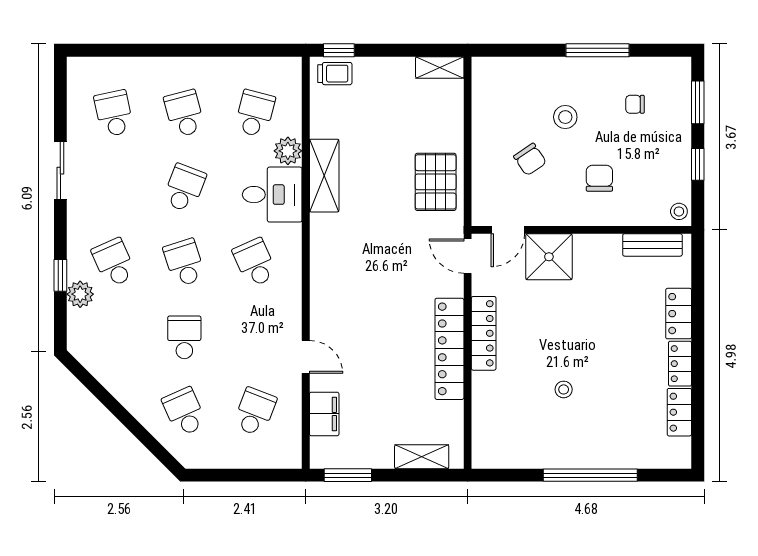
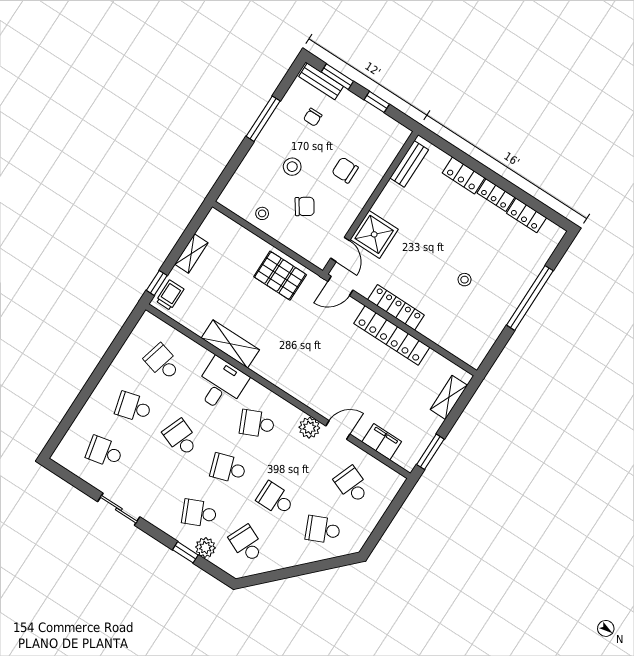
shelving: (440, 67) -> (191, 253), moved
bench: (681, 88) -> (321, 81), added
plant: (288, 151) -> (309, 428), moved
stool: (679, 211) -> (262, 213), moved
school desk: (114, 337) -> (247, 544), added

